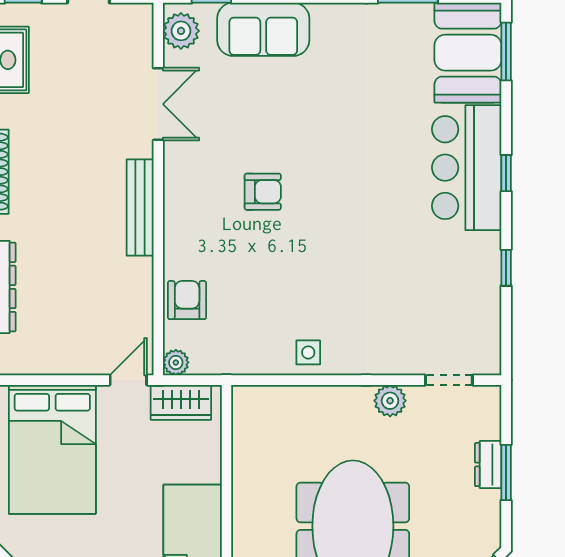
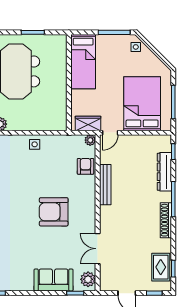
armchair: (263, 192) -> (54, 212), width x1.88, depth x1.88
bench: (140, 207) -> (105, 185), moved
armchair: (187, 300) -> (85, 166), turned 180

